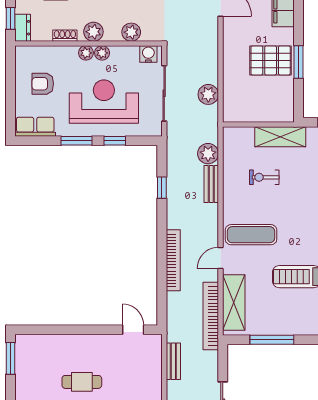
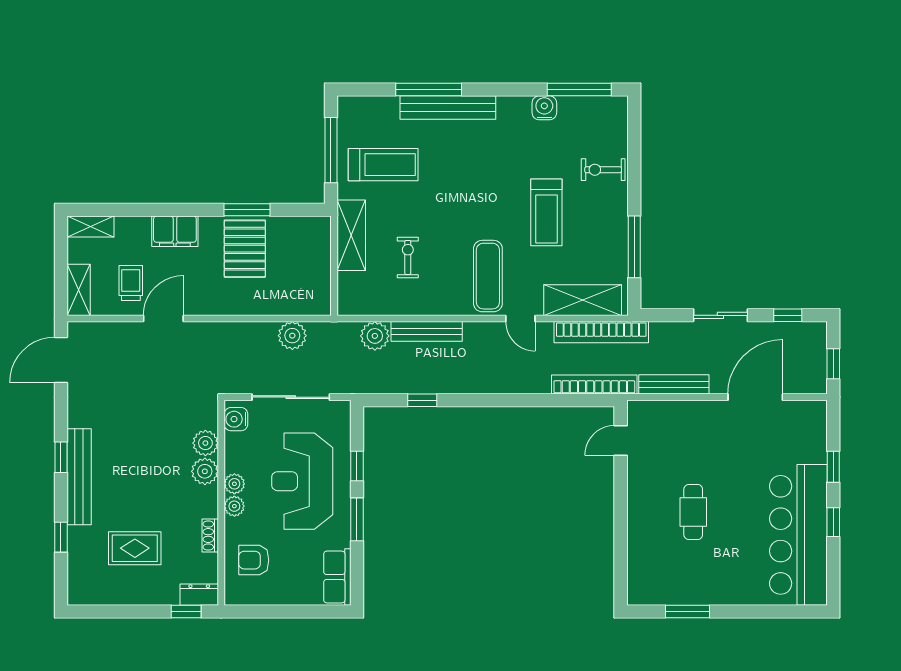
plant: (93, 32) -> (205, 471), moved
armchair: (43, 84) -> (254, 560), moved, turned 90
exercise bike: (264, 177) -> (408, 257), turned 180
bench: (211, 184) -> (427, 331), width x1.36
bookcase: (173, 260) -> (594, 384), moved
window: (11, 358) -> (688, 611), moved
bench: (173, 361) -> (674, 384), width x1.36

